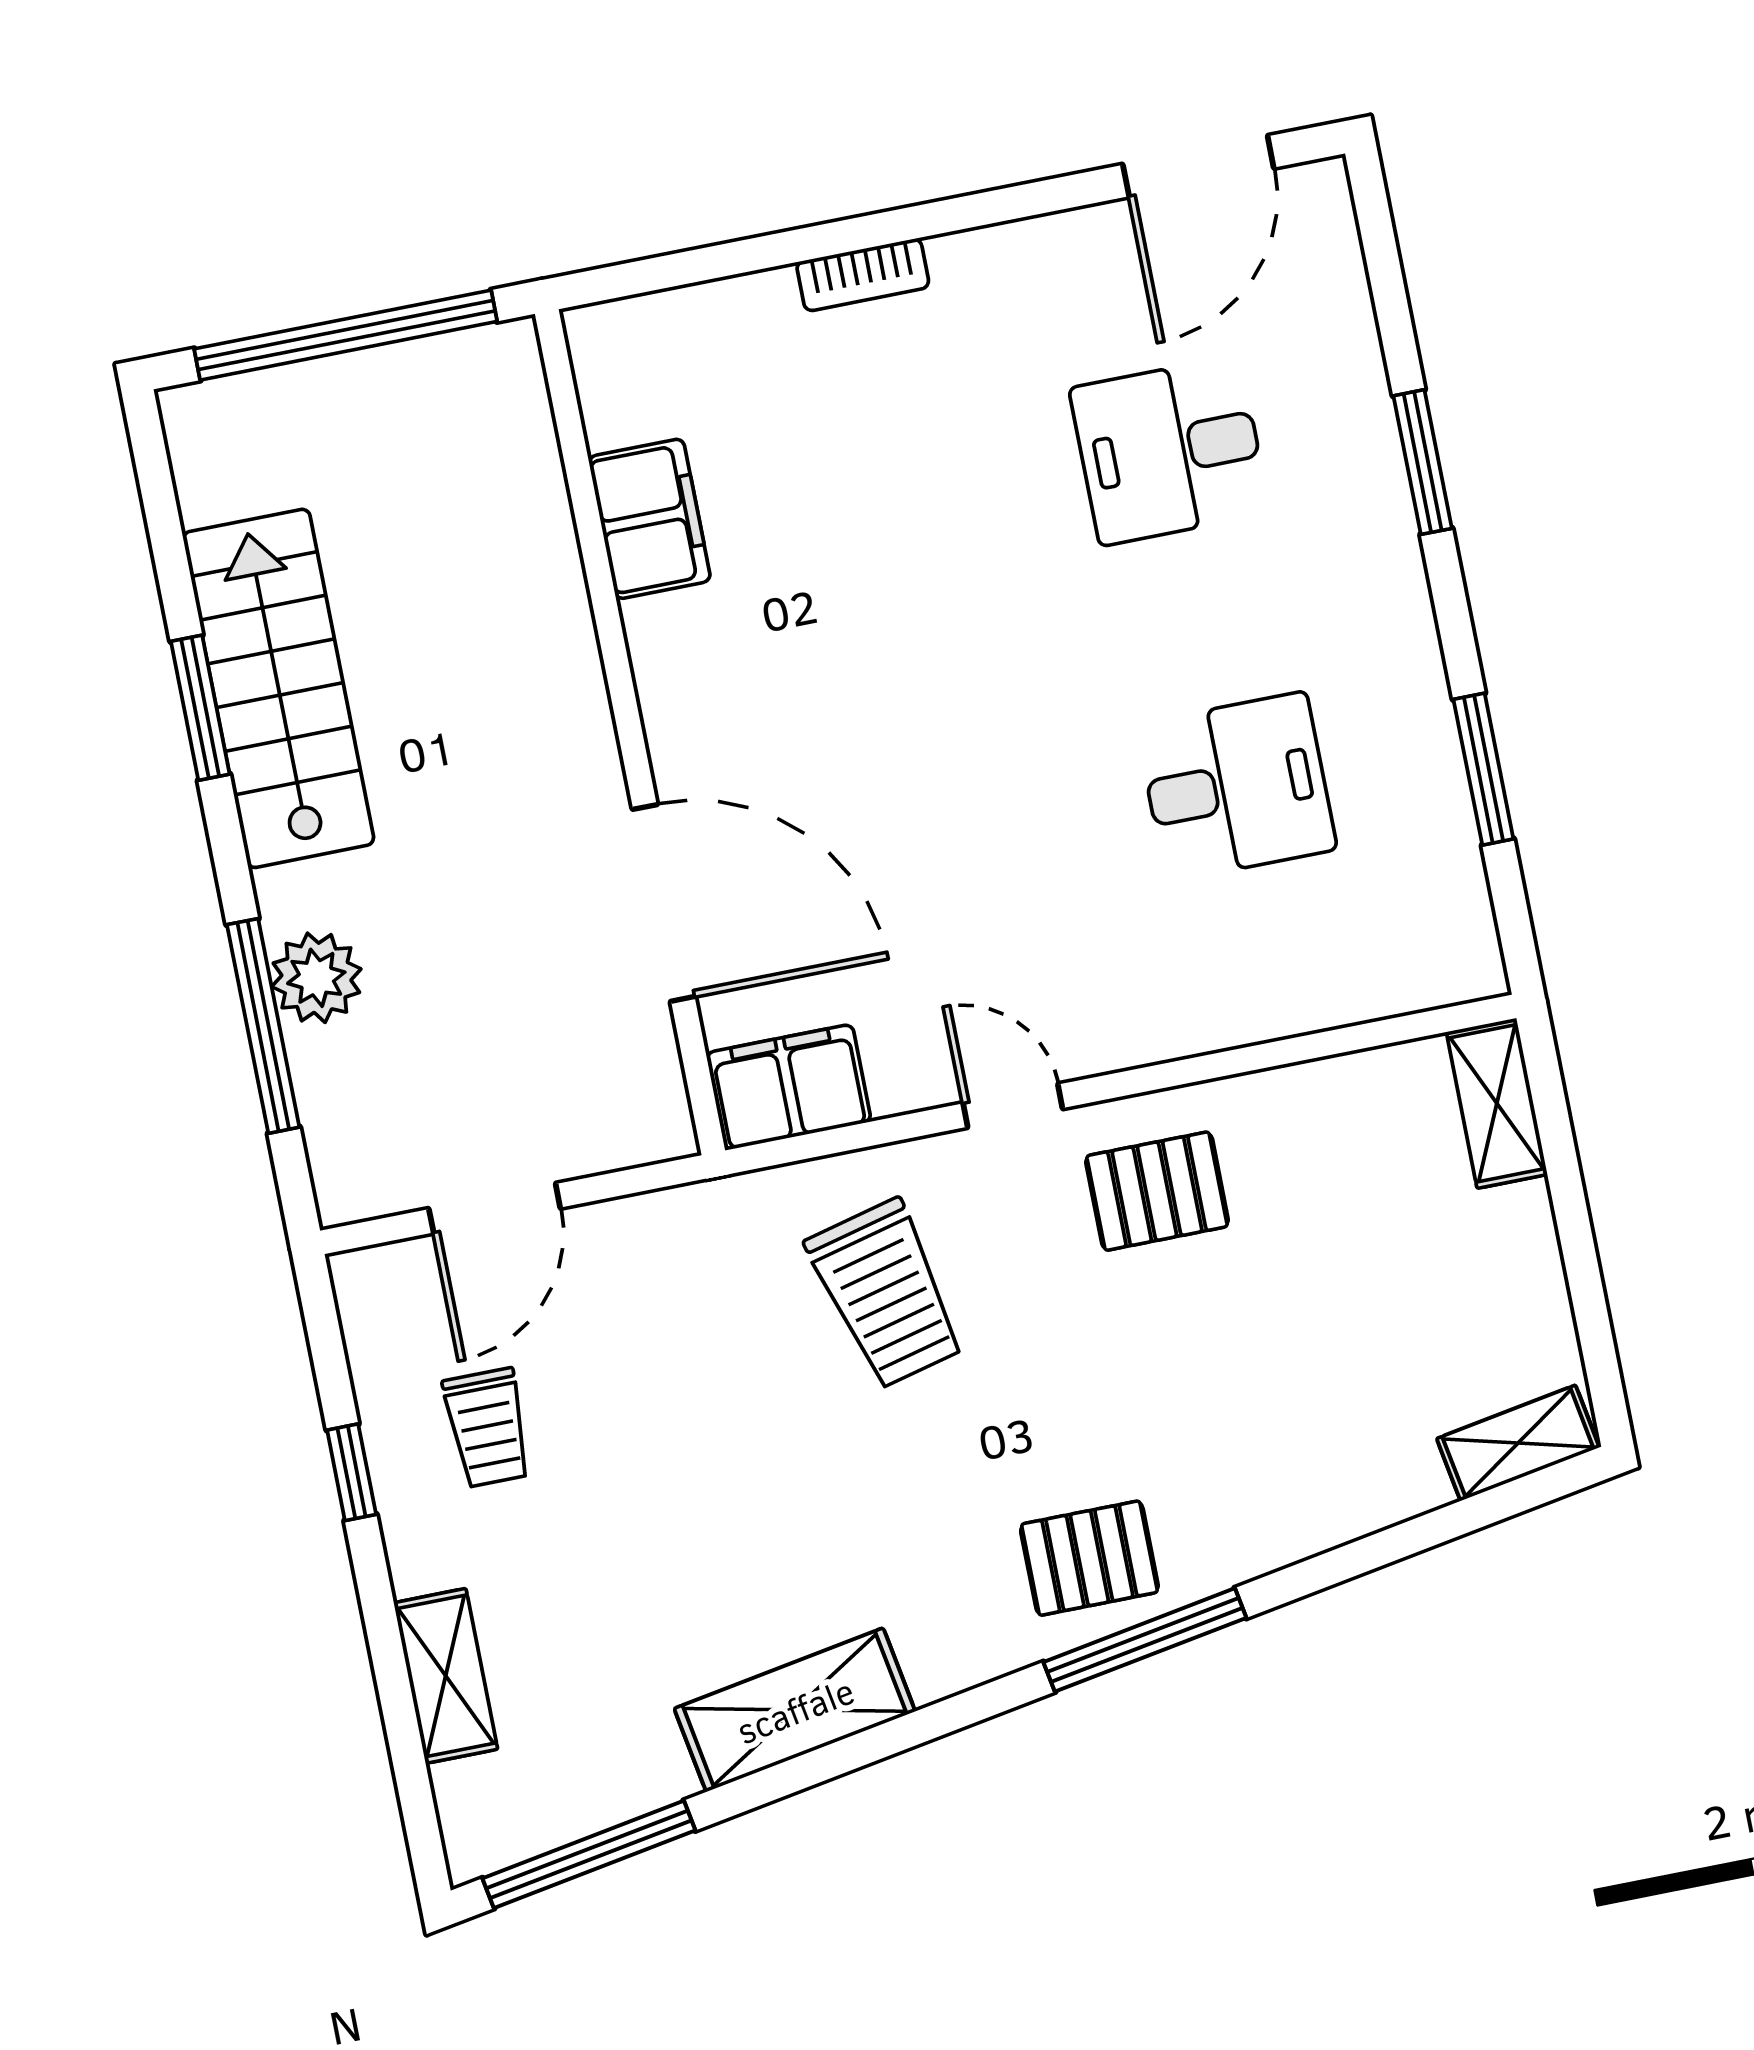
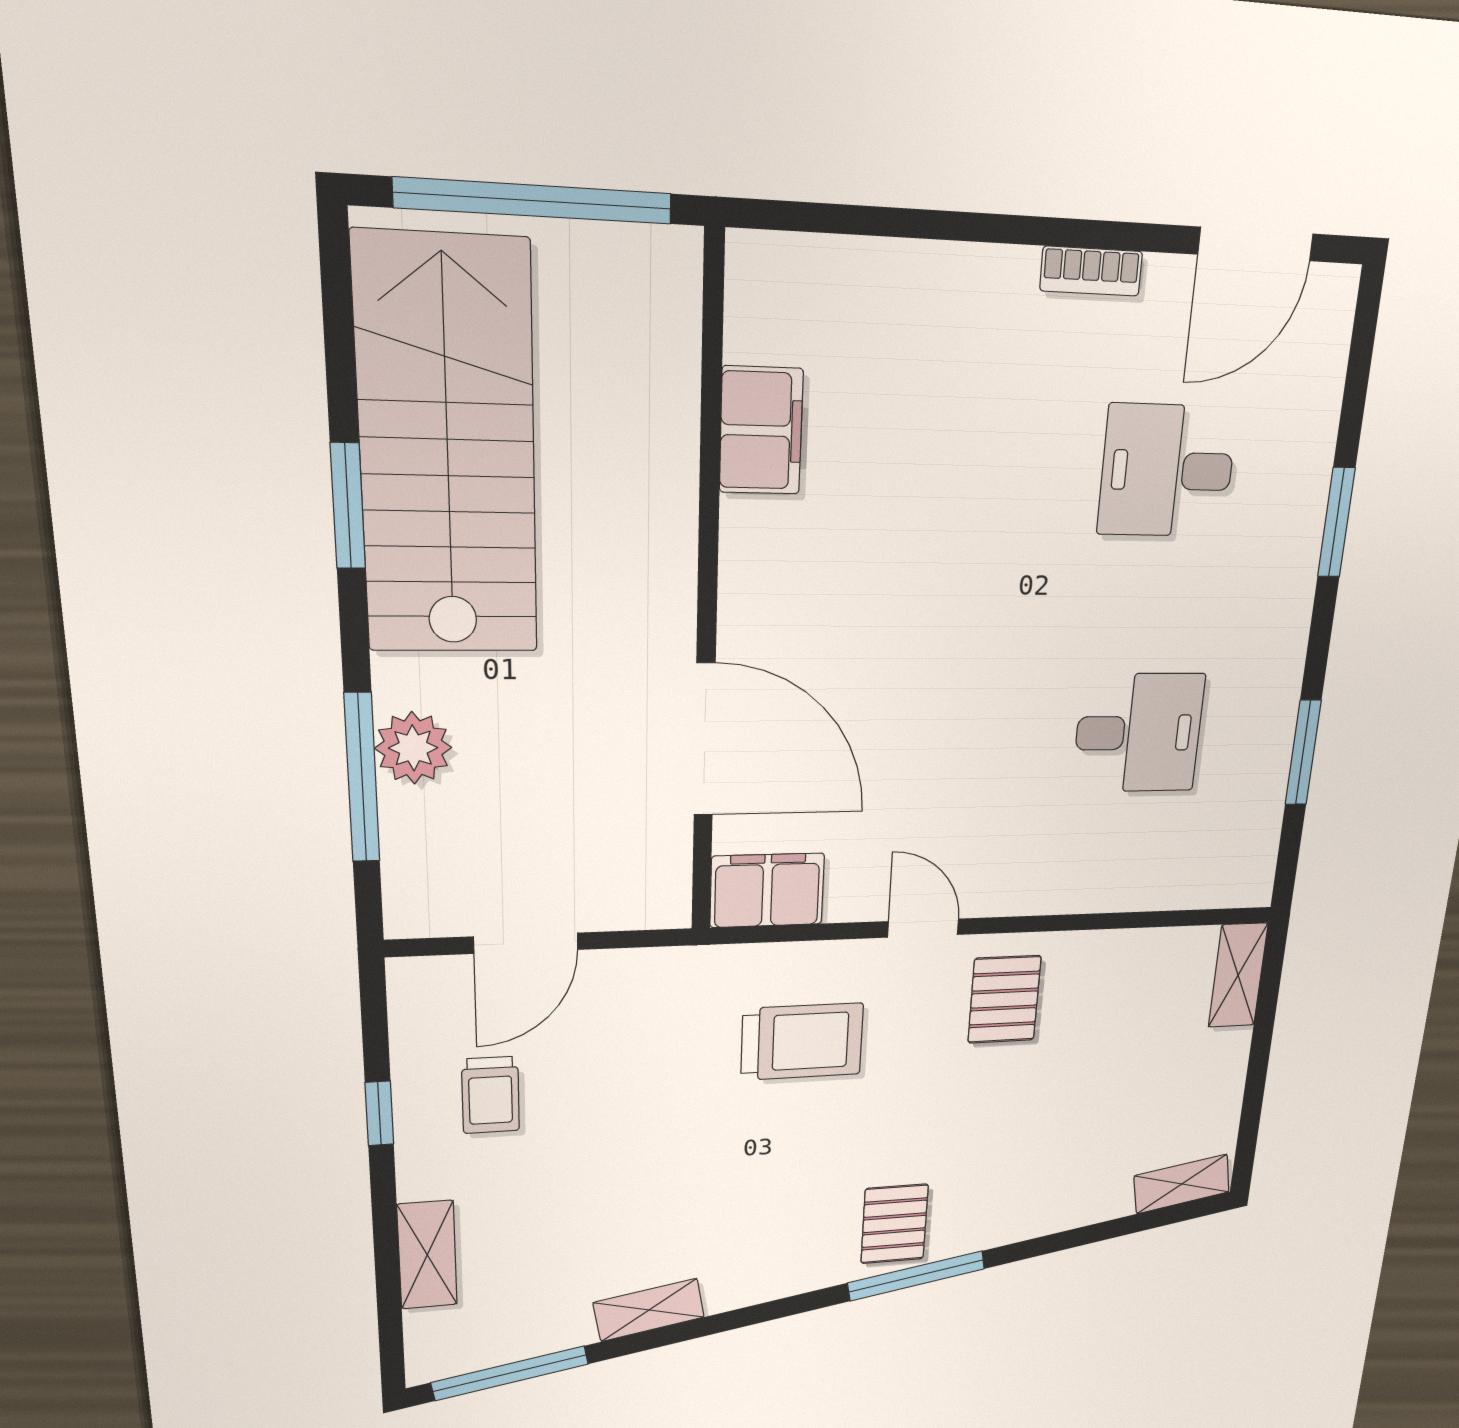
bookcase: (863, 275) -> (1091, 271), moved
stairs: (278, 688) -> (447, 450), width x1.36, depth x1.51
pallet: (1157, 1191) -> (1004, 999), turned 90
trolley: (886, 1294) -> (802, 1042), turned -76
pallet: (1089, 1558) -> (895, 1224), turned 90
shelving: (795, 1710) -> (649, 1310), width x0.67, depth x0.75

